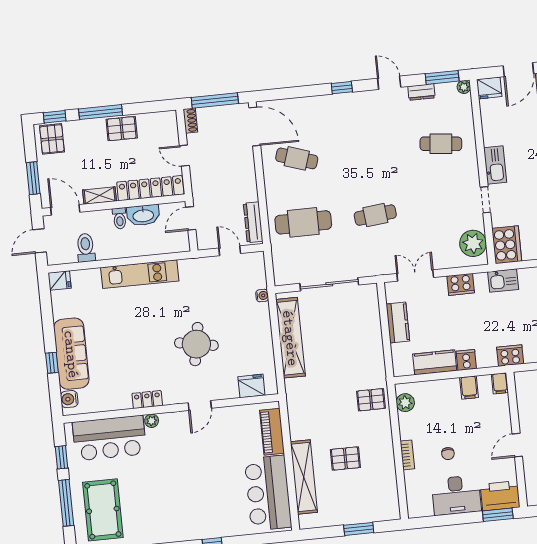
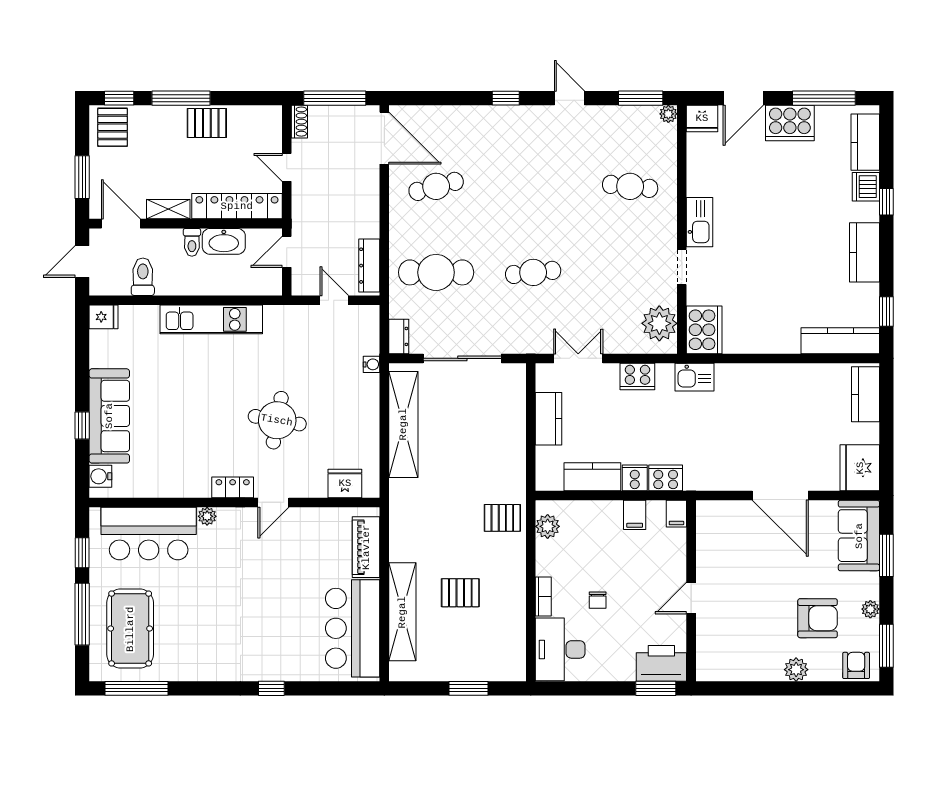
dresser: (421, 92) -> (399, 336), moved, turned -90
cafe table: (297, 158) -> (436, 186), turned -33
cooker: (510, 356) -> (666, 478), moved
locker: (147, 400) -> (233, 487), moved
desk: (456, 495) -> (560, 649), moved, turned 90

